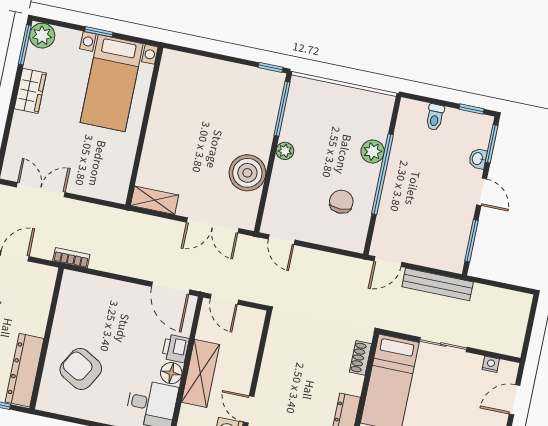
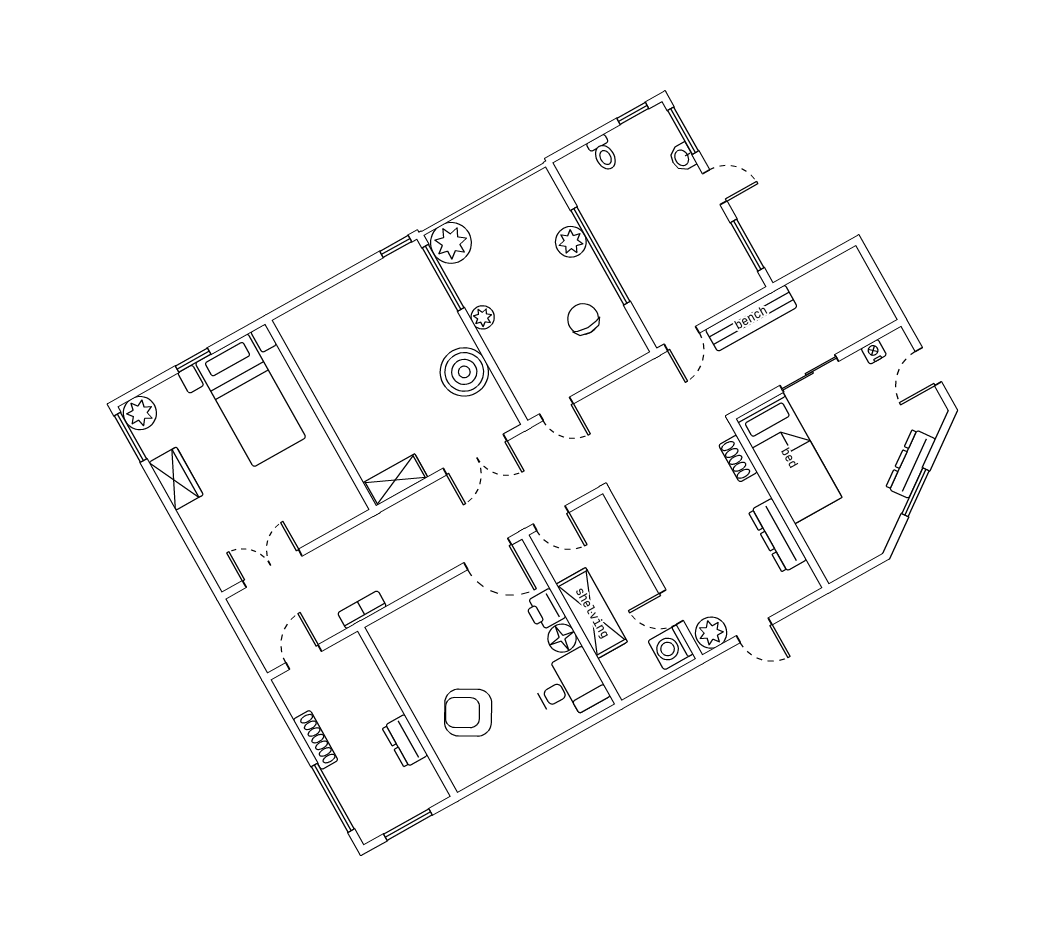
plant: (304, 93) -> (451, 243), added
dresser: (25, 370) -> (405, 741), width x0.51, depth x0.80

